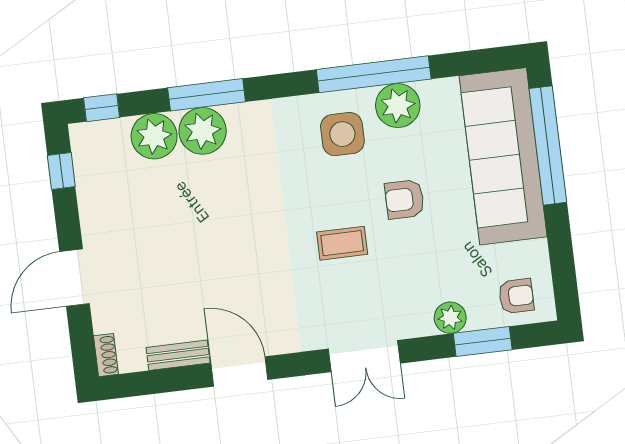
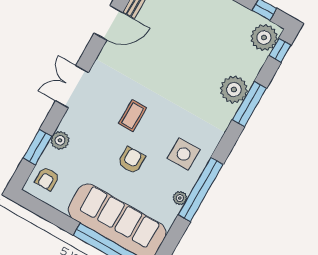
plant: (398, 106) -> (180, 198), width x0.53, depth x0.53
plant: (154, 136) -> (264, 38), moved

